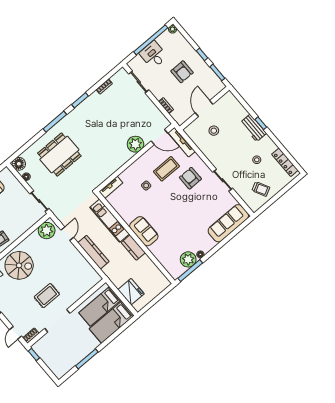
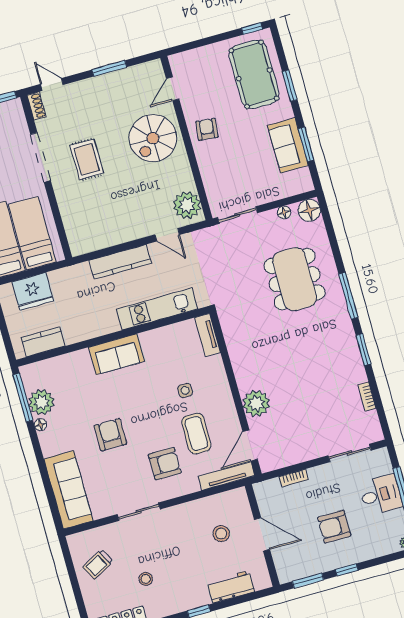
workbench: (253, 128) -> (231, 587), moved
armchair: (188, 214) -> (110, 435), added
kitchen counter: (133, 248) -> (43, 342), moved

